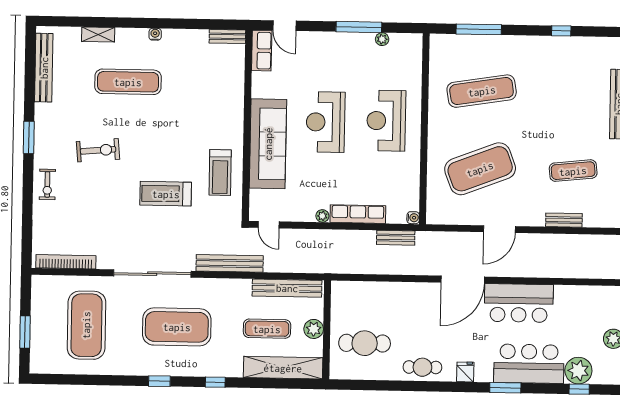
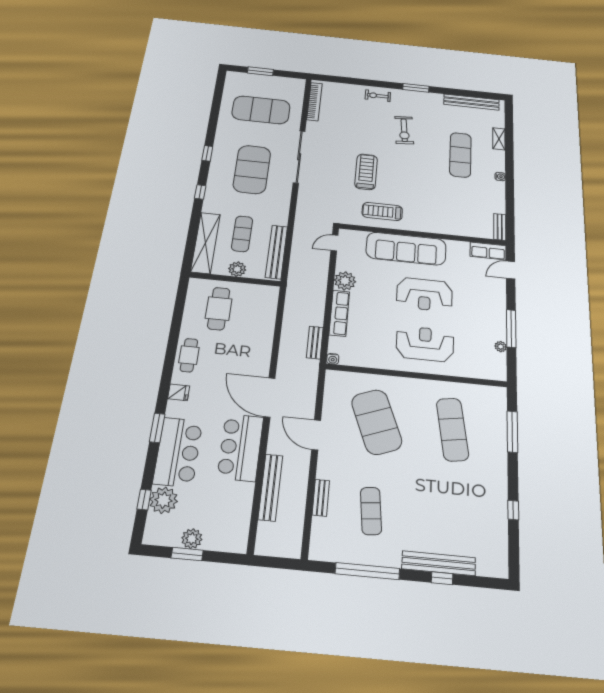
reception desk: (326, 122) -> (424, 294), turned 180
plant: (322, 216) -> (345, 281), width x1.88, depth x1.88
bench: (230, 263) -> (270, 487), moved

